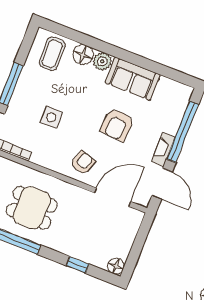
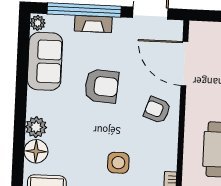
sofa: (133, 79) -> (45, 61), moved
plant: (185, 91) -> (38, 23), added
fireplace: (163, 149) -> (93, 24), moved

